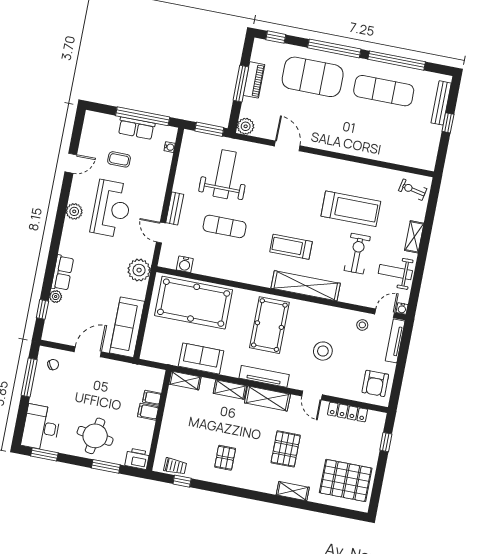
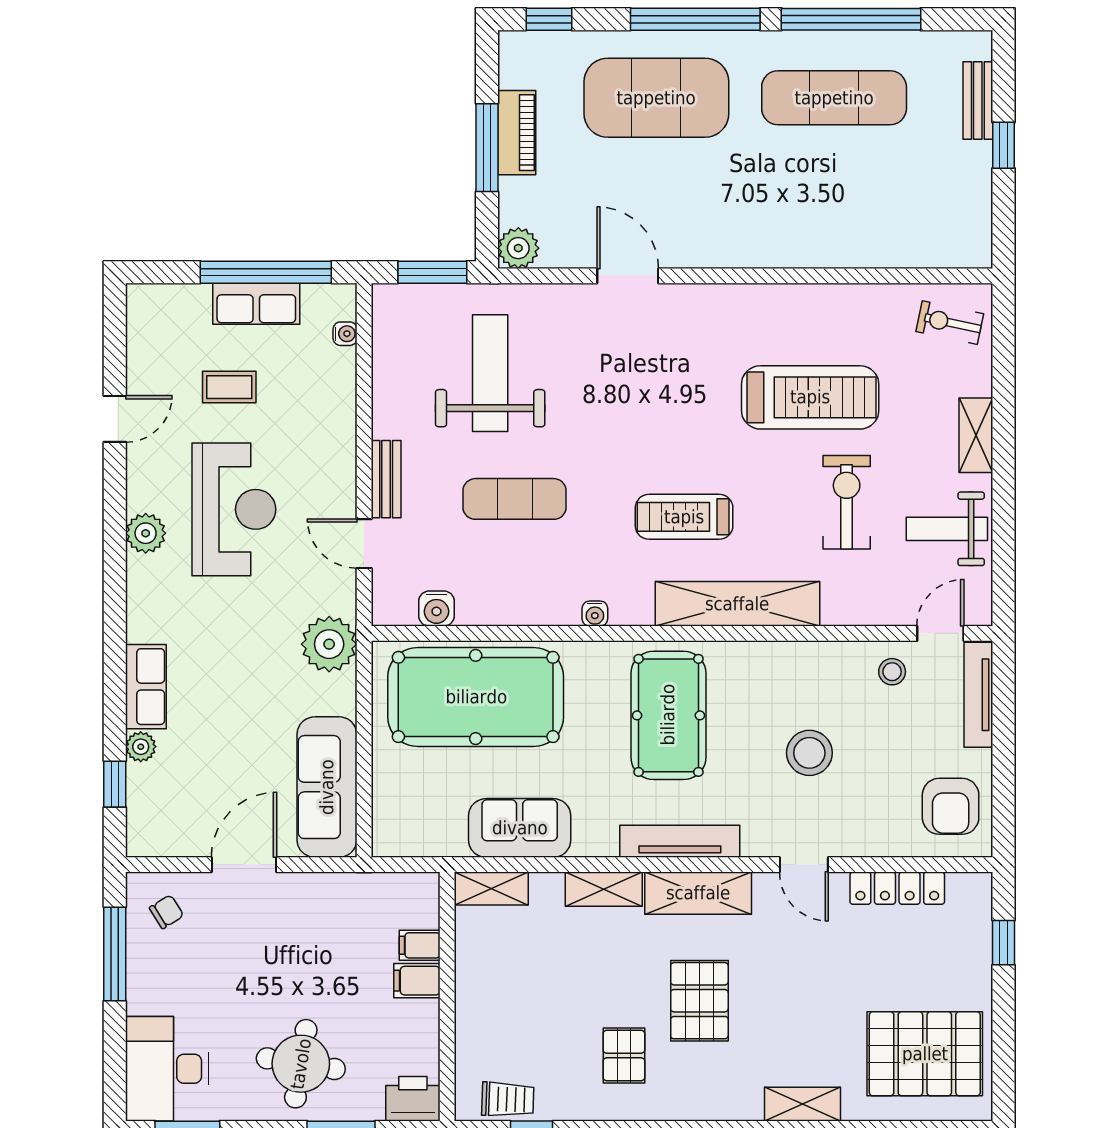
bench: (441, 103) -> (978, 101), width x0.73
water cooler: (402, 309) -> (595, 614), moved
pallet: (286, 449) -> (699, 1001), moved

